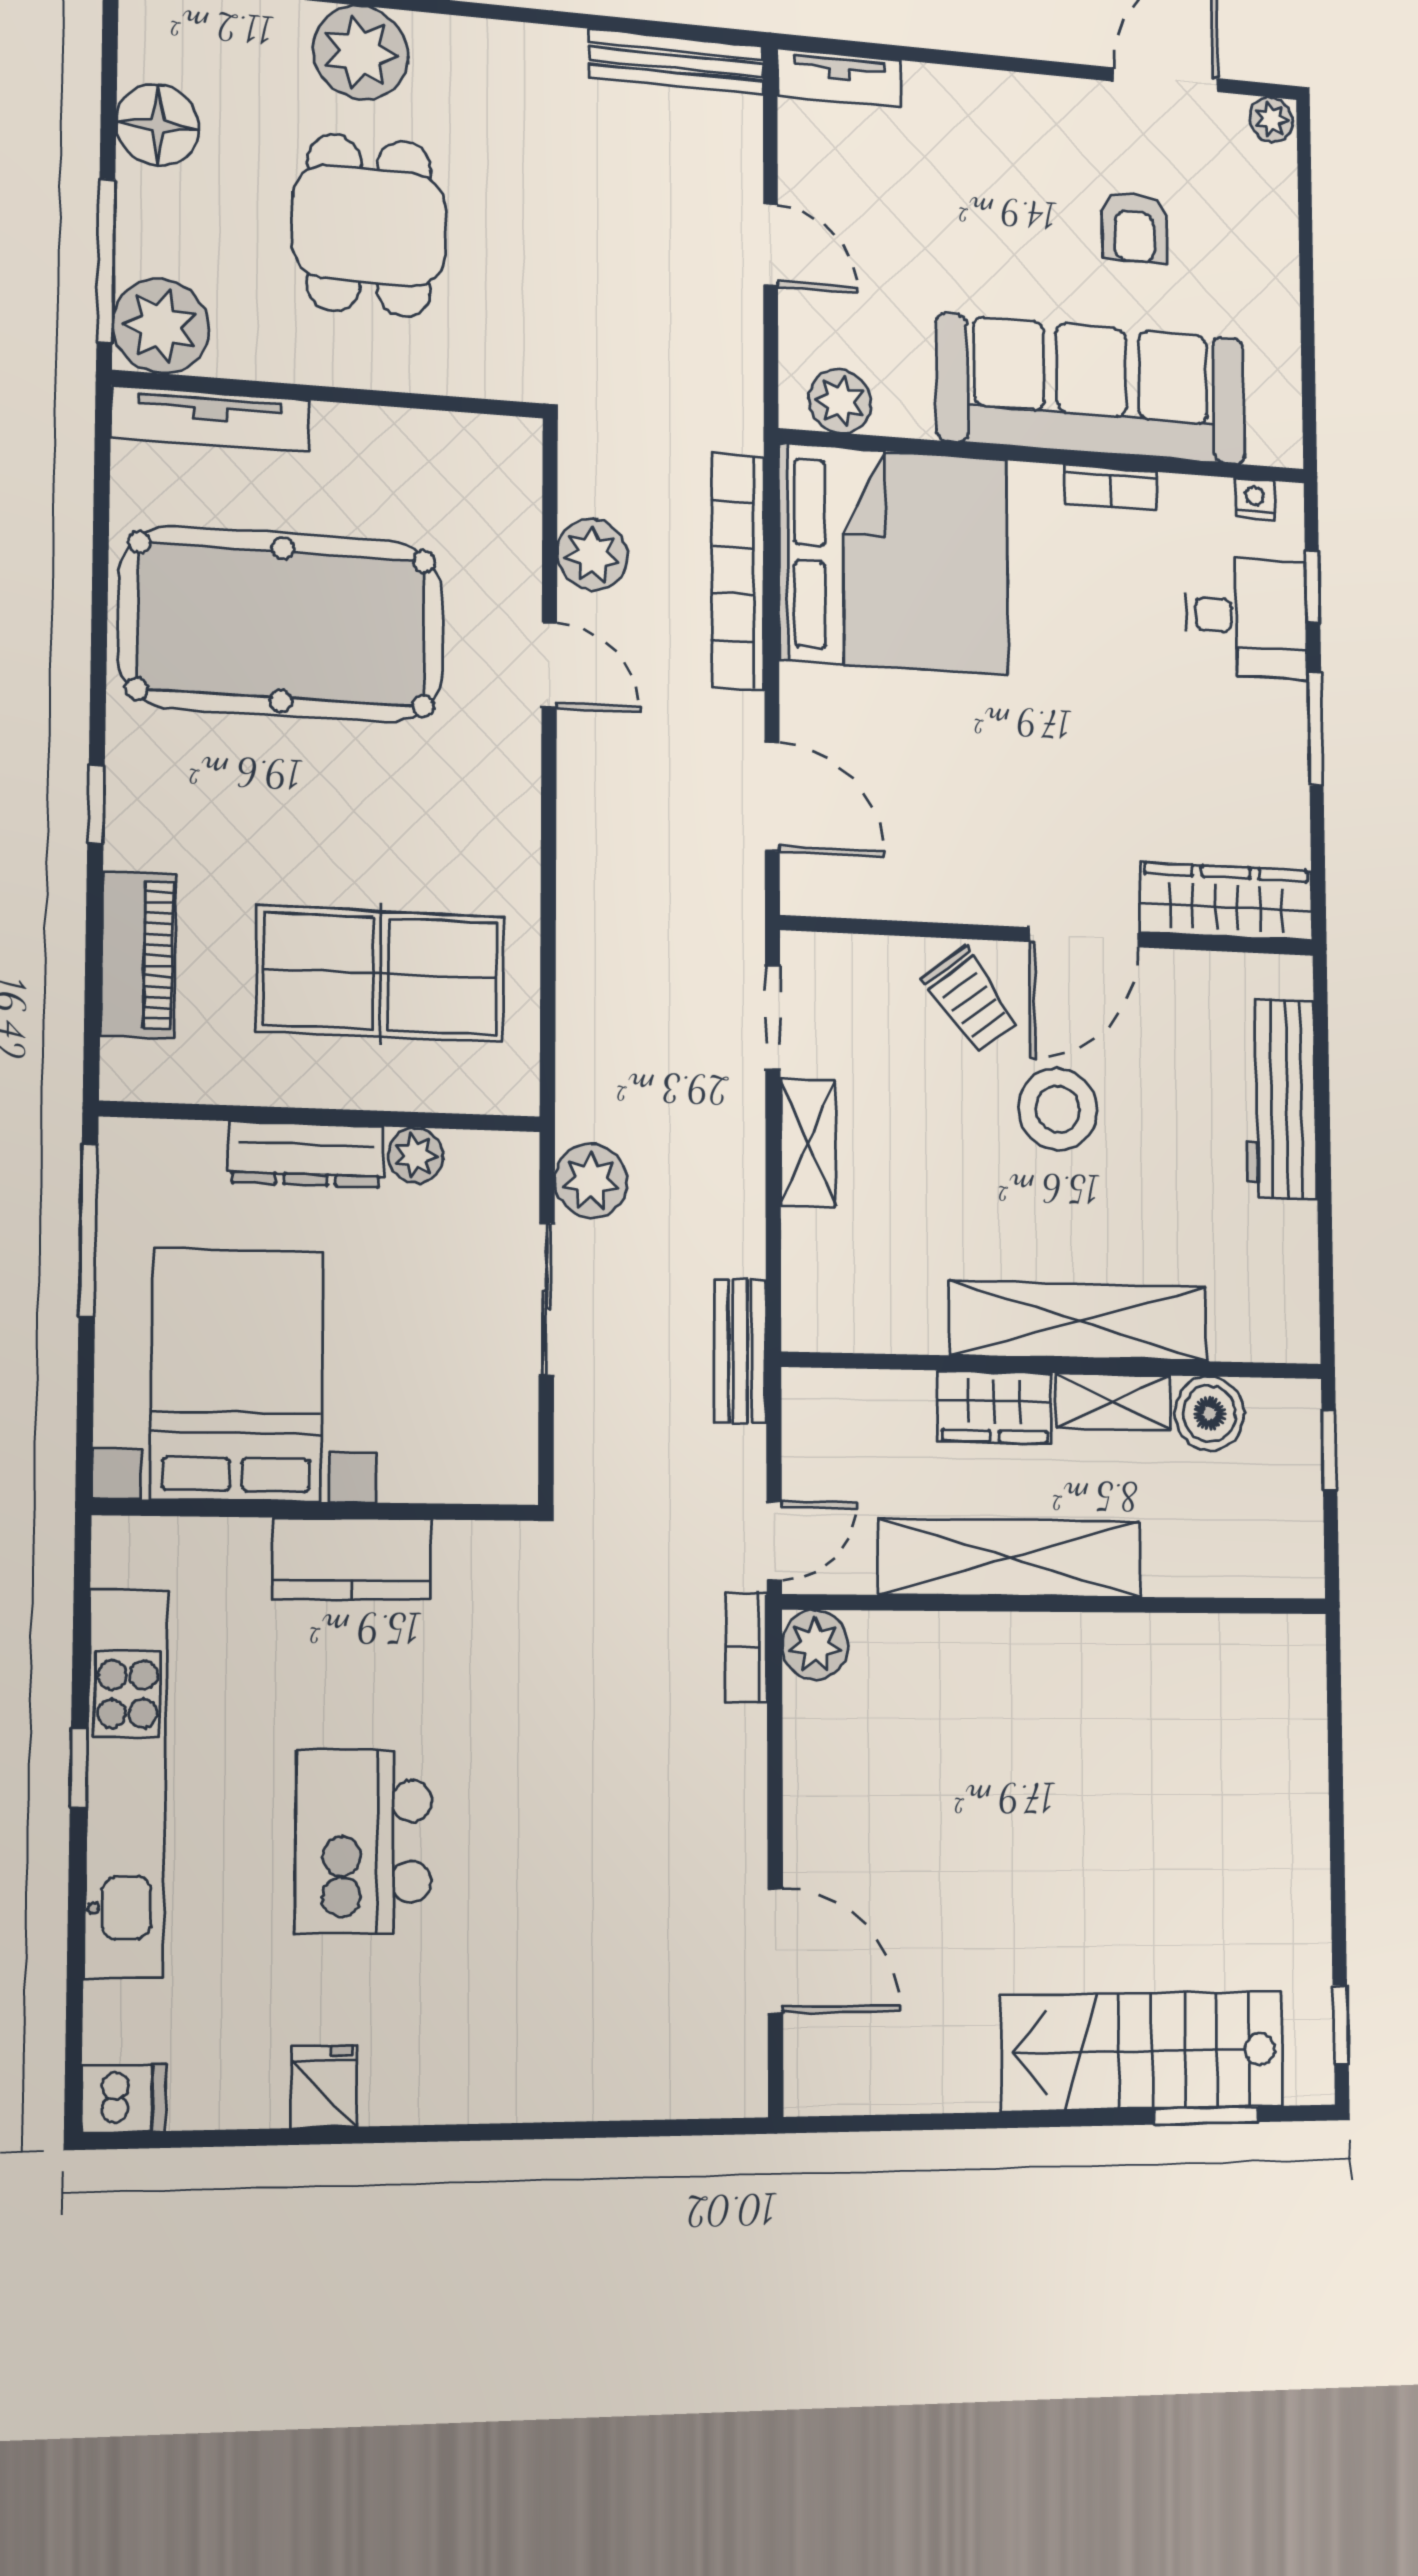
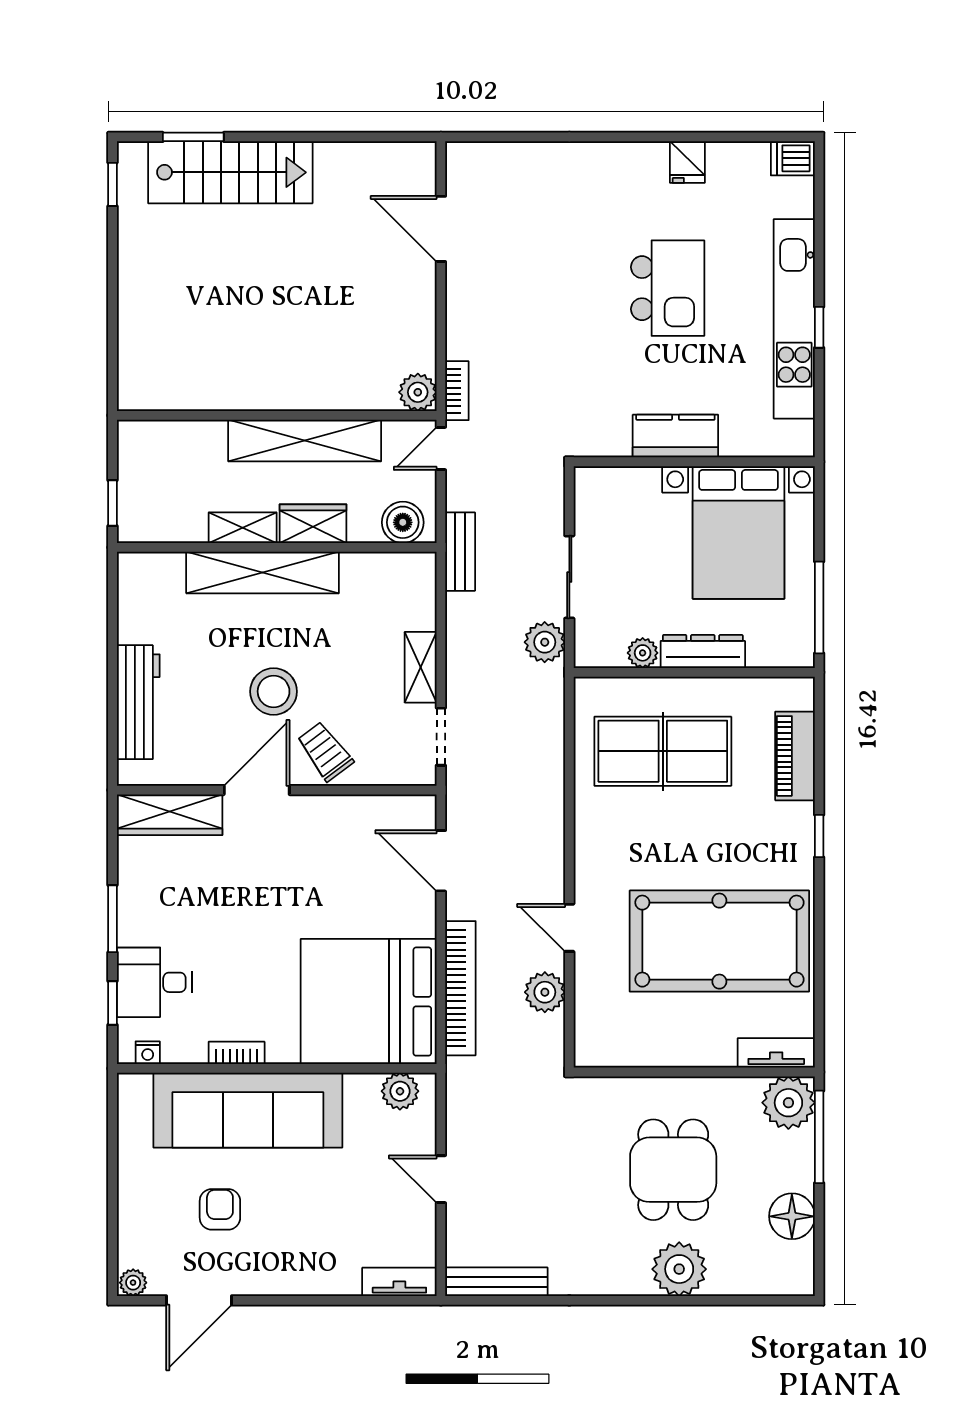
tv unit: (210, 419) -> (776, 1053), width x0.71
boiler: (1209, 1414) -> (403, 522), moved

